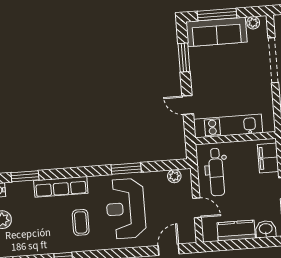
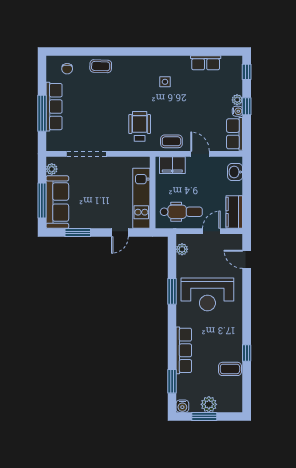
coffee table: (81, 222) -> (230, 369), moved
kitchen counter: (236, 231) -> (234, 212), moved

